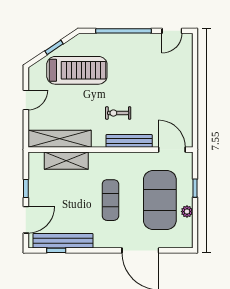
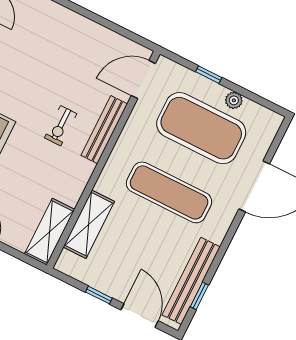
shelving: (60, 139) -> (50, 232), width x0.68
exercise mat: (110, 200) -> (169, 192), width x1.36, depth x1.45

